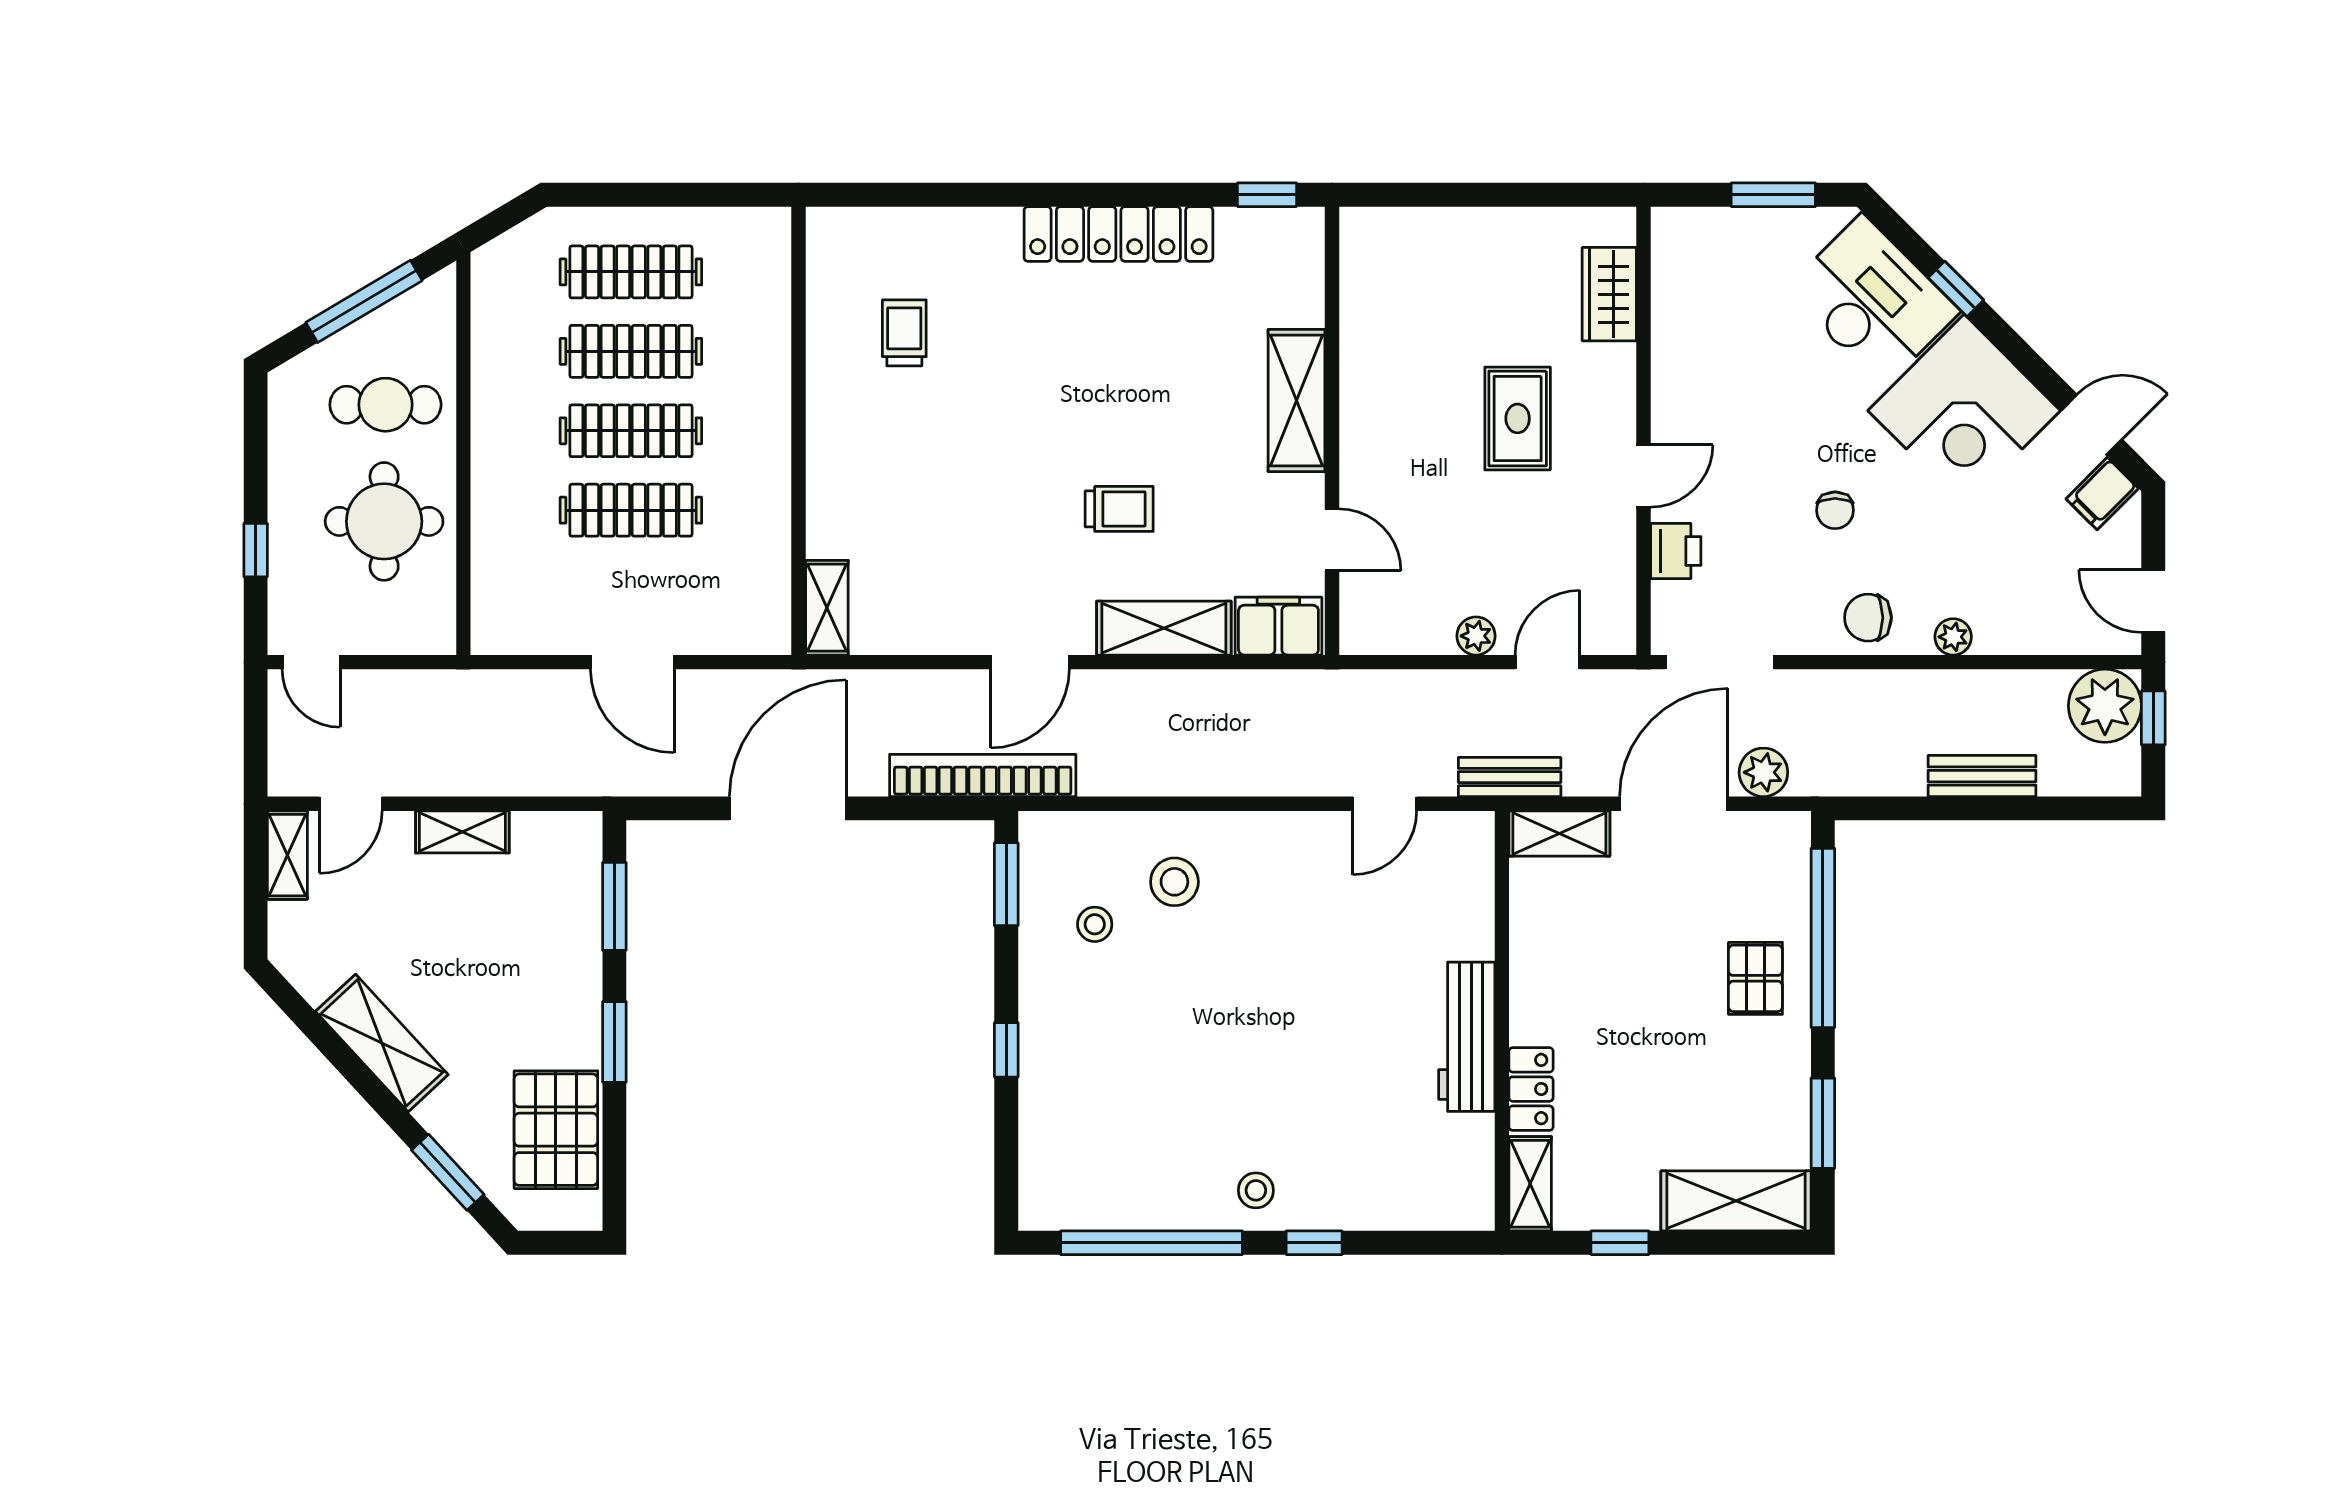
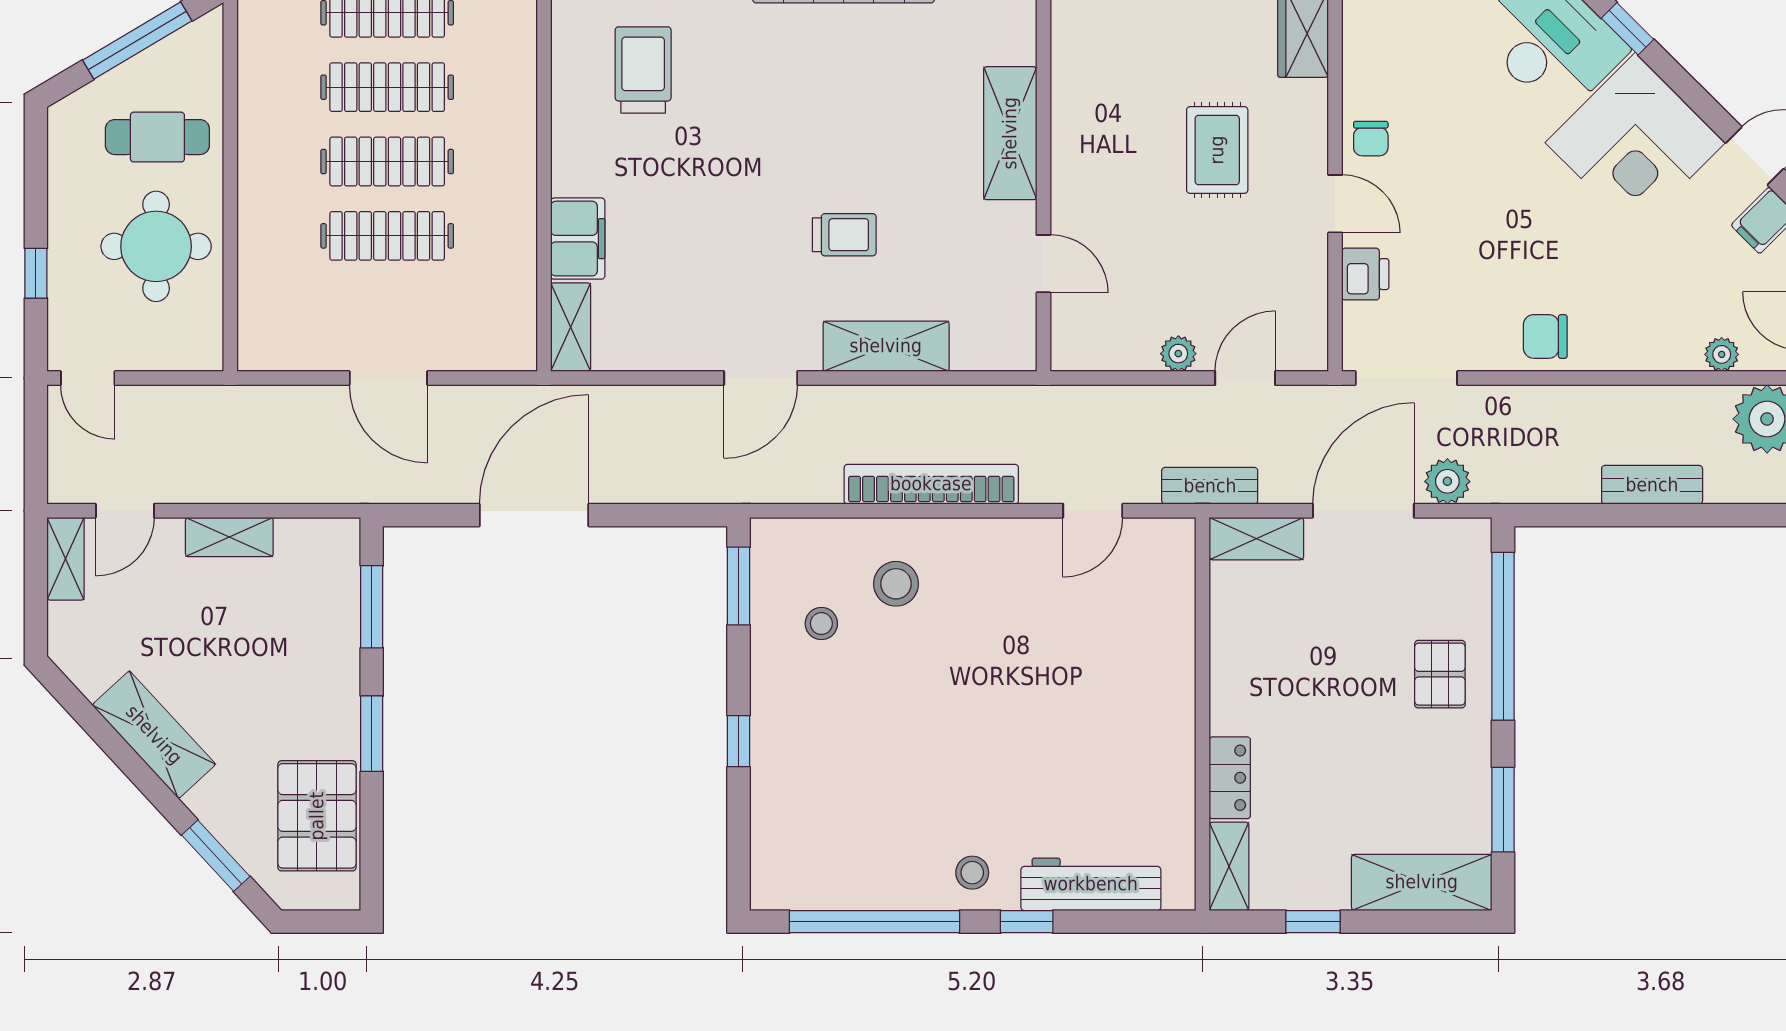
trolley: (904, 333) -> (643, 70), width x1.36, depth x1.39
door: (1643, 476) -> (1335, 204), hinge flipped
chair: (1835, 510) -> (1371, 139), moved
filing cabinet: (1278, 626) -> (578, 239), moved, turned 90
plant: (1953, 637) -> (1722, 354), moved
bookcase: (983, 775) -> (931, 484), moved
workbench: (1467, 1037) -> (1091, 884), moved, turned 90

